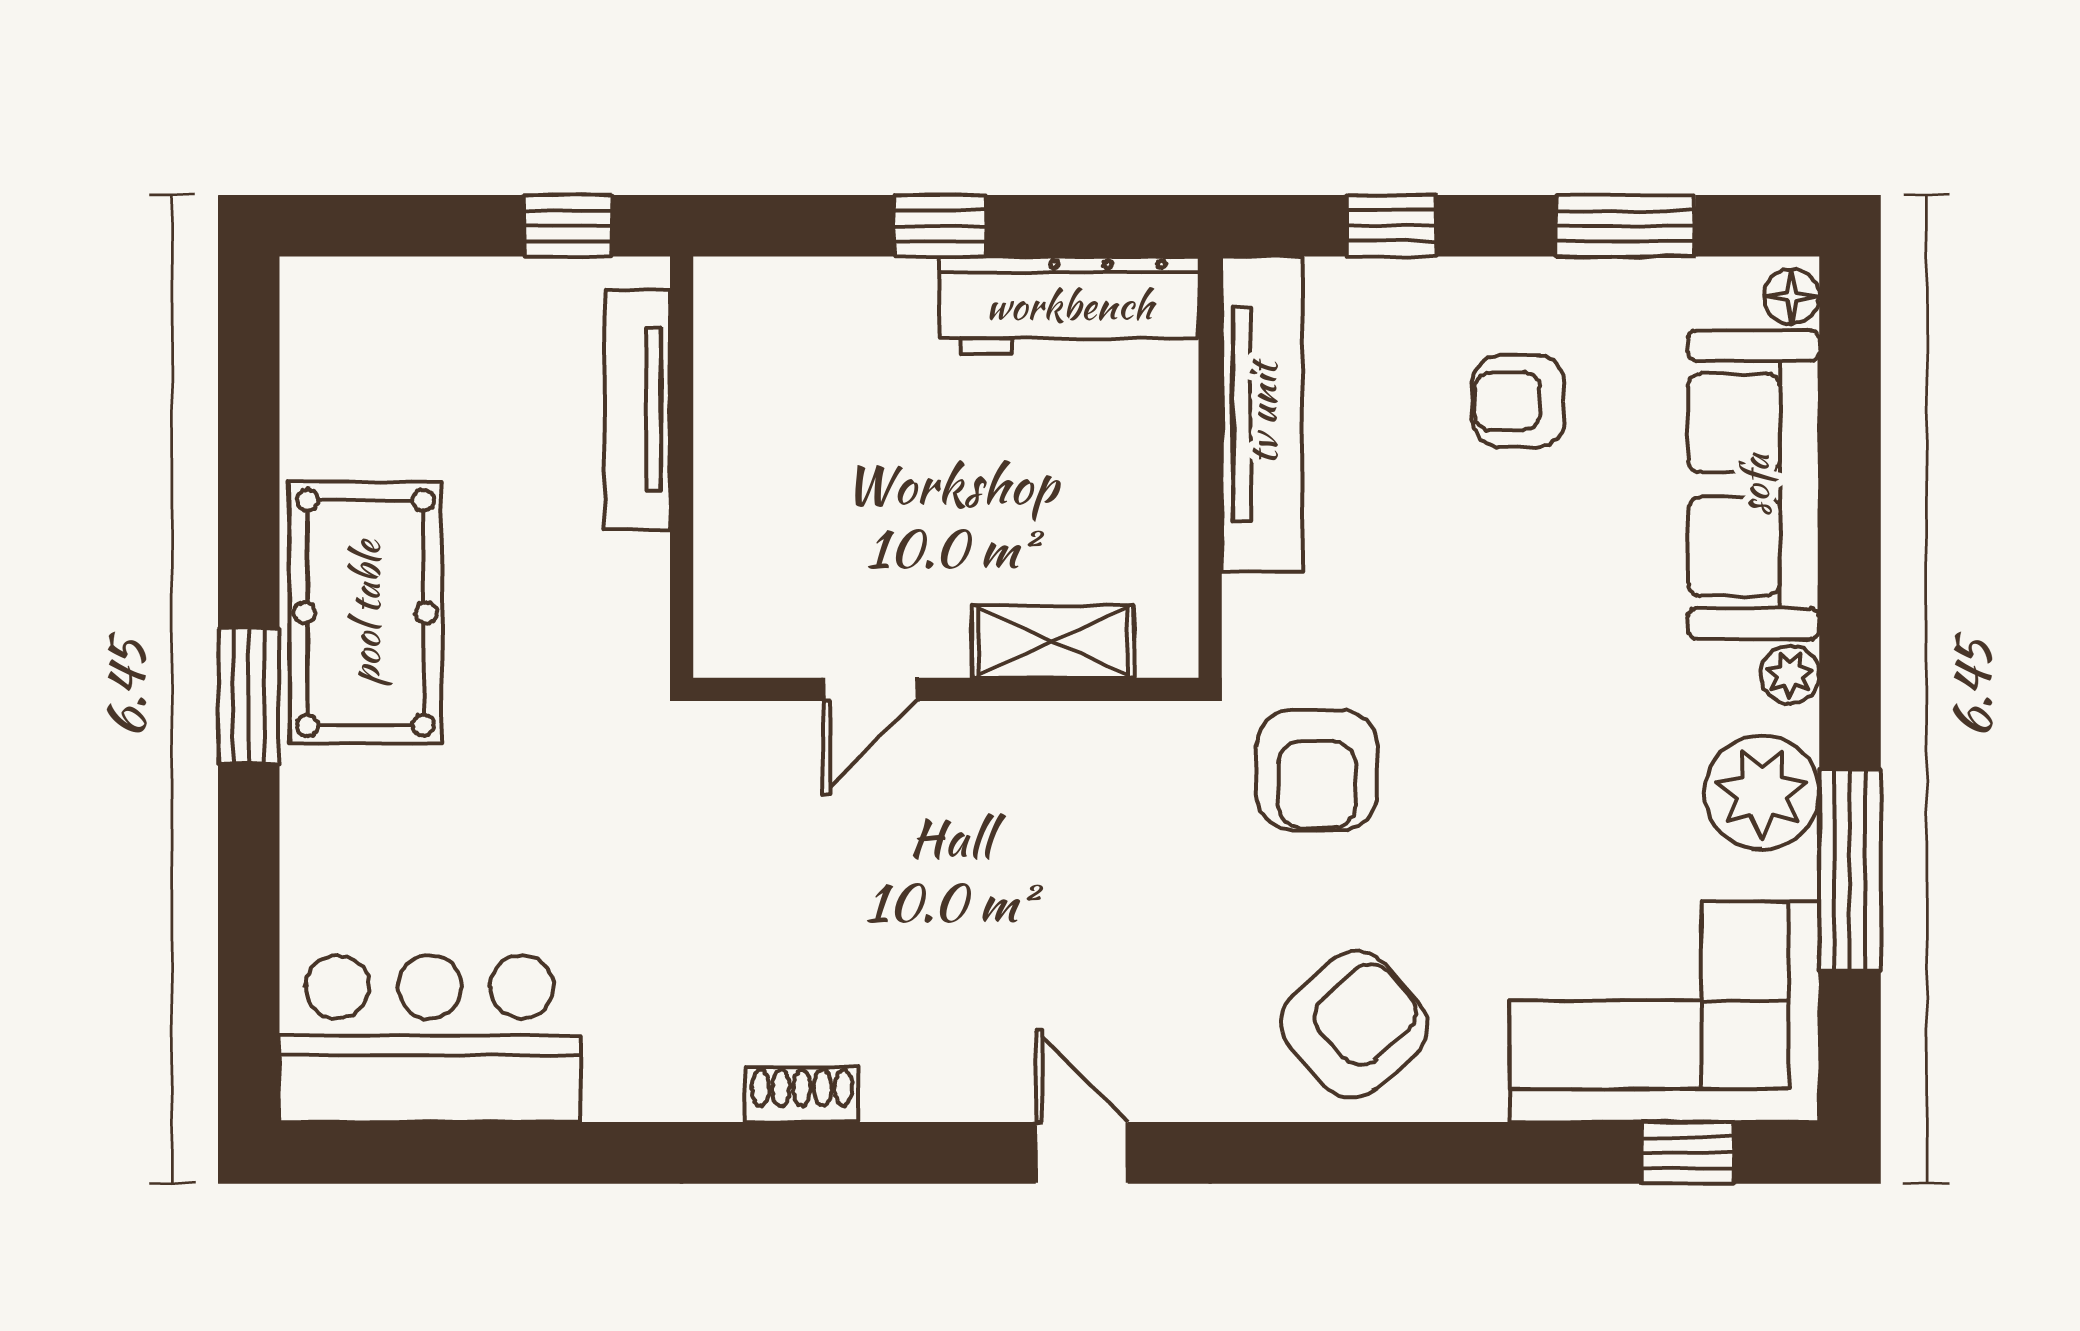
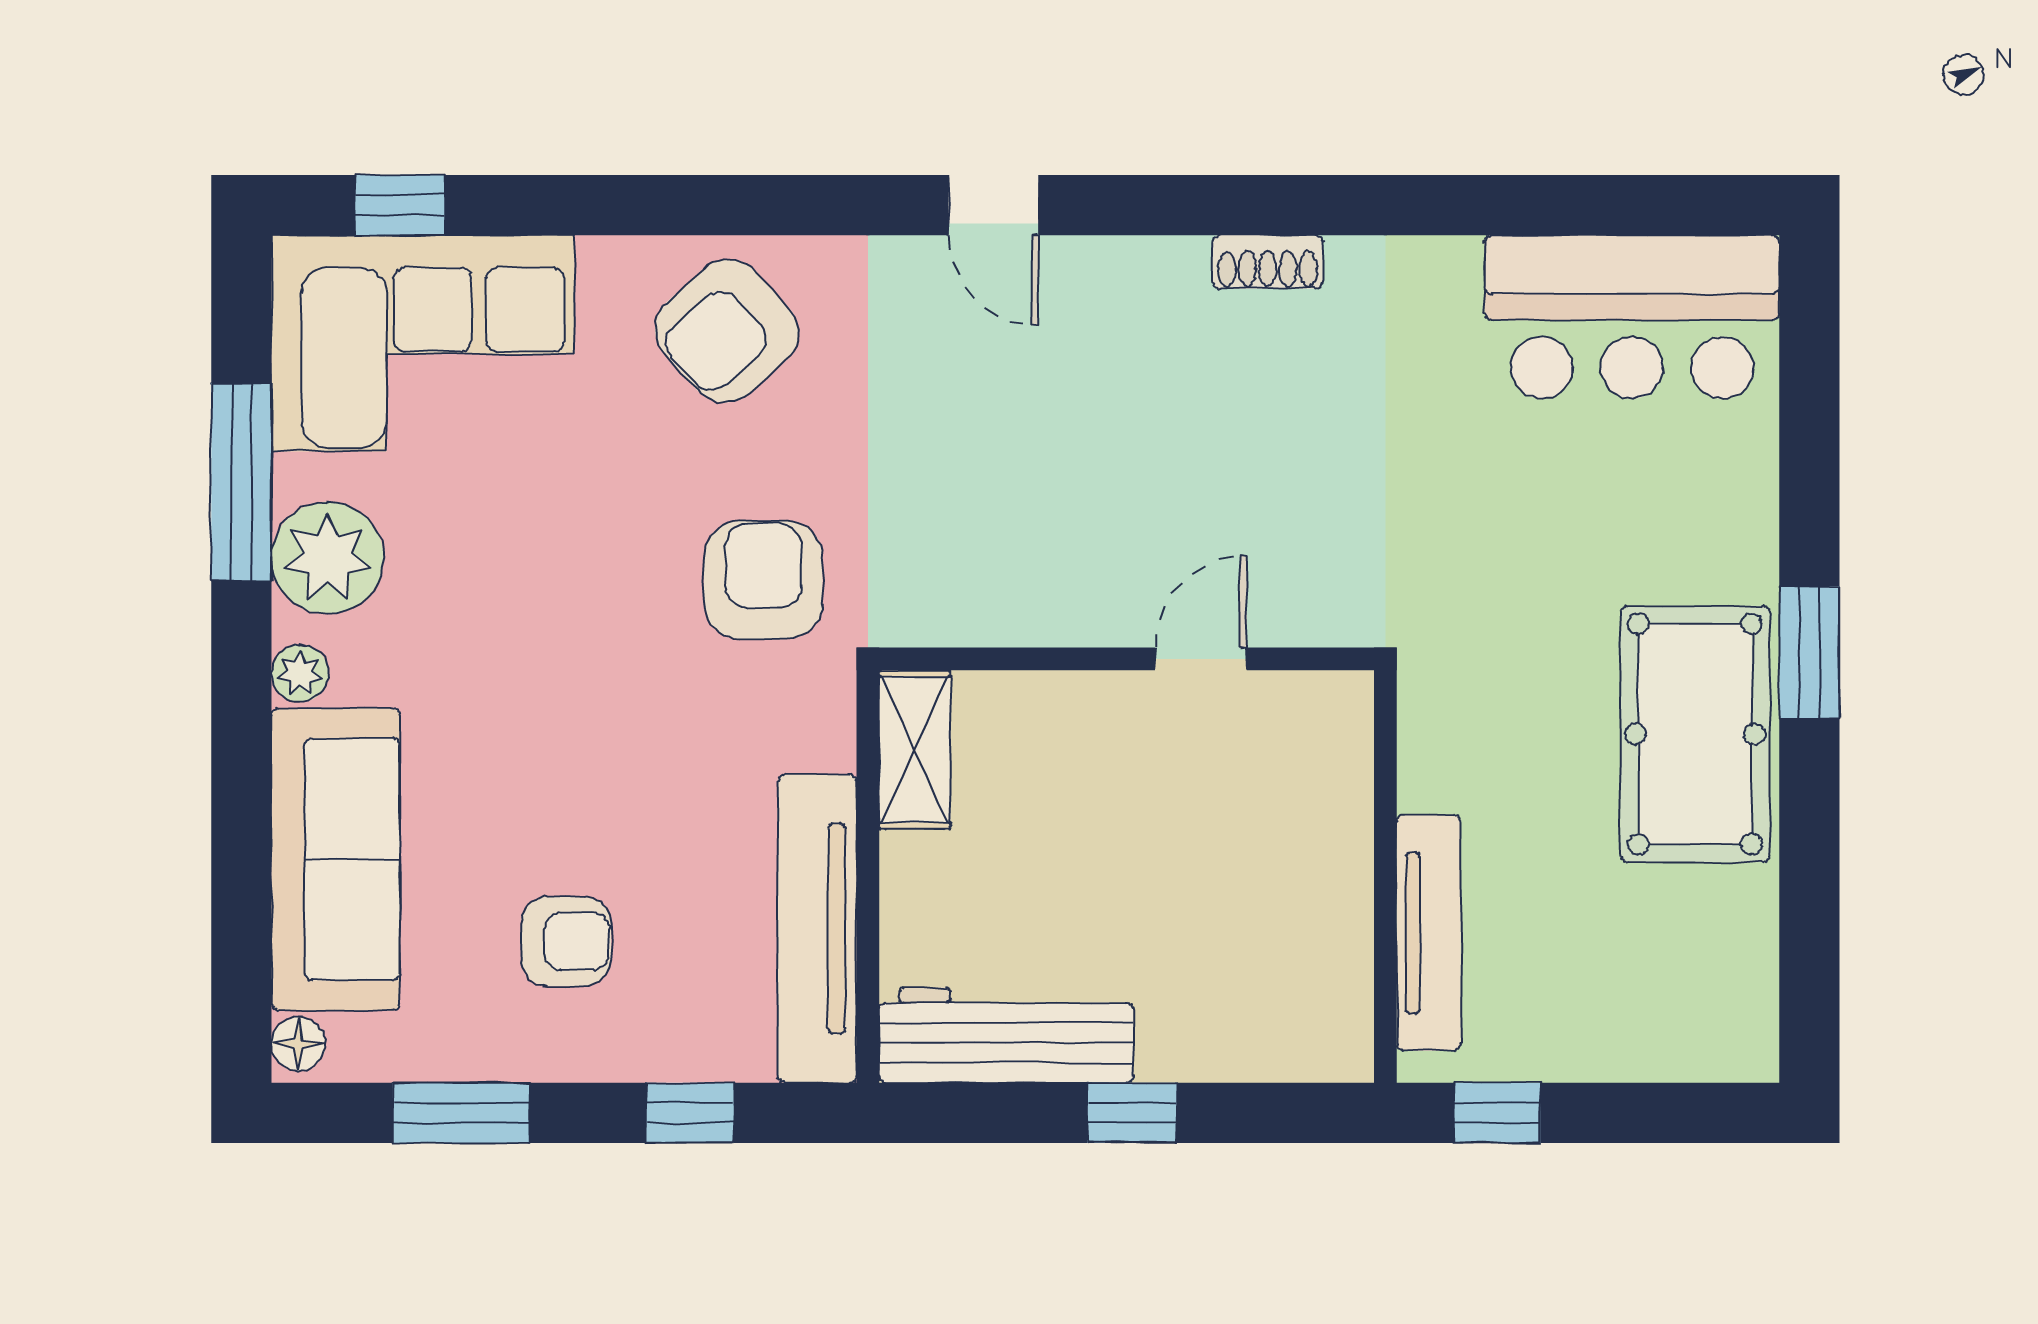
shelving: (1053, 641) -> (915, 750), moved, turned 90

